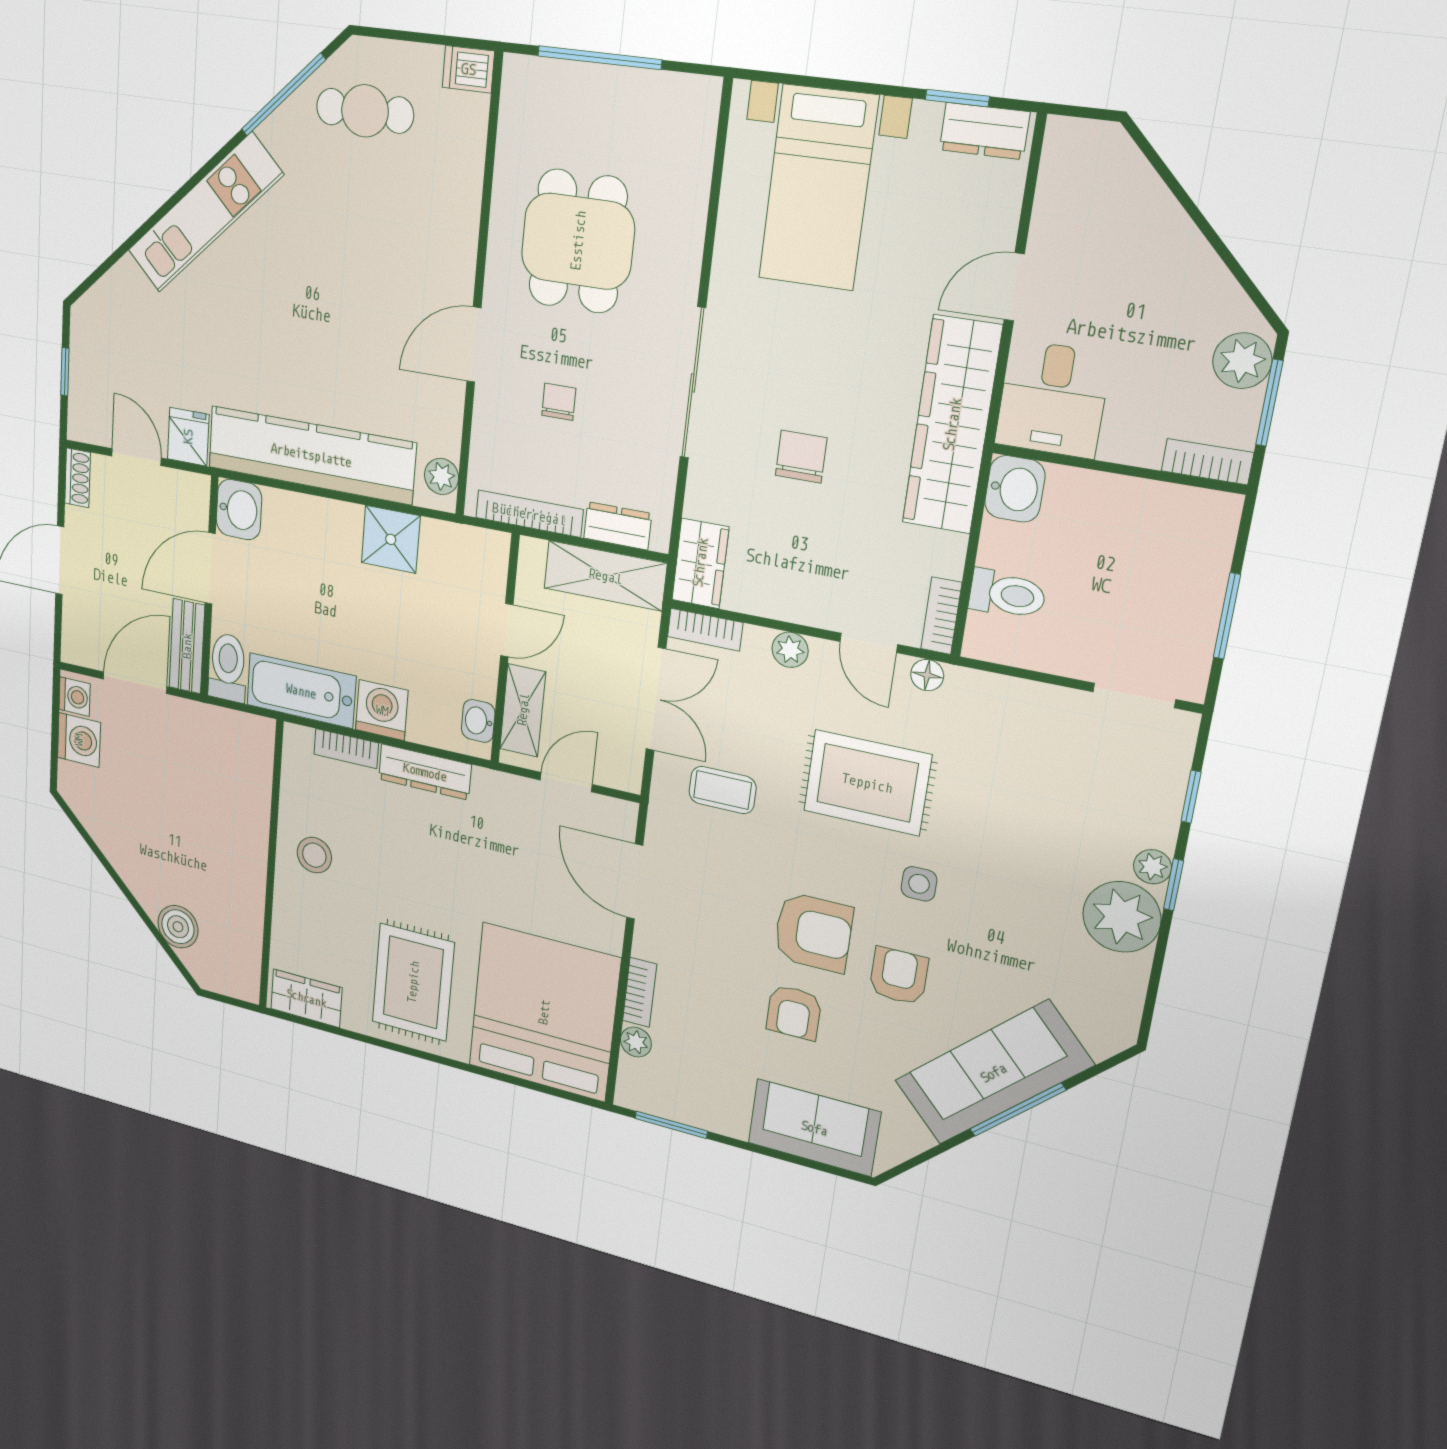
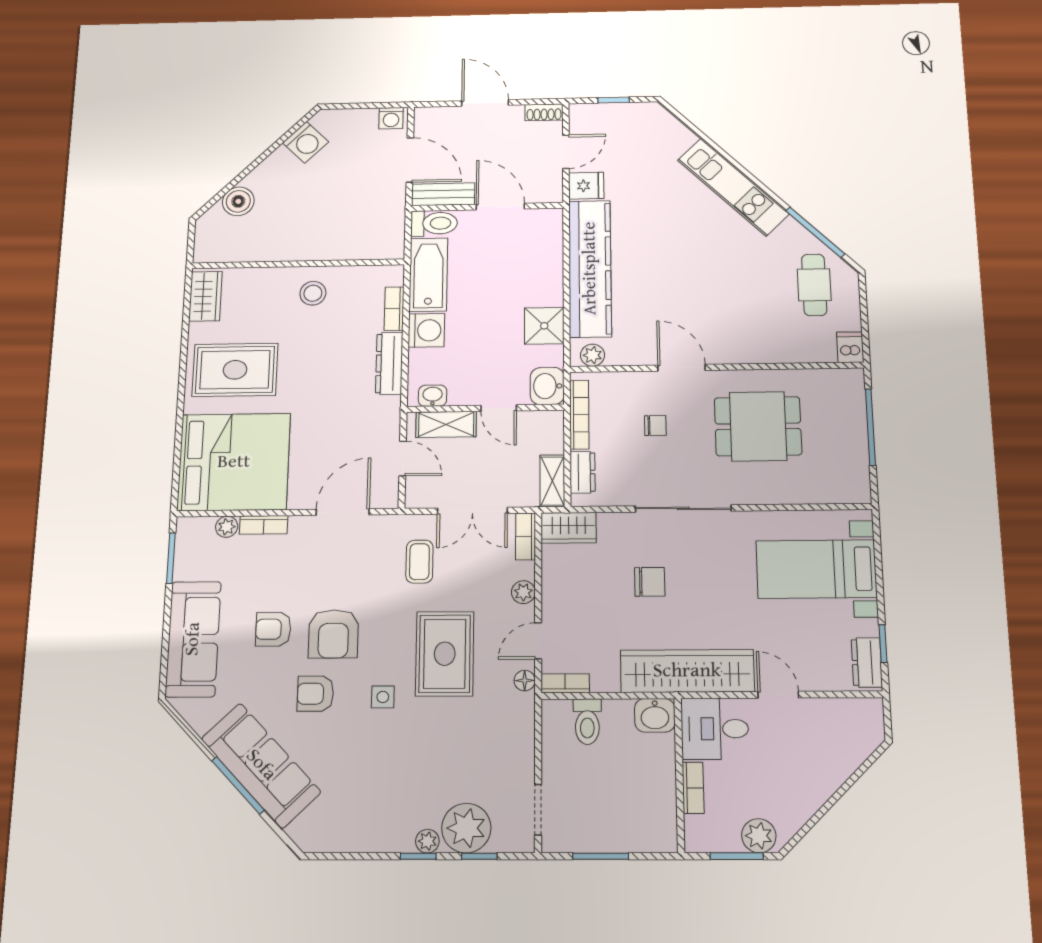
bookcase: (1207, 462) -> (693, 788), moved
washbasin: (239, 510) -> (547, 386), moved, turned 90
shelving: (605, 576) -> (552, 481), width x0.67, depth x0.75
washing machine: (79, 740) -> (306, 142), moved, turned -45
plant: (1122, 917) -> (466, 828), moved
armchair: (899, 976) -> (315, 694), turned 180
sofa: (814, 1128) -> (193, 639), width x1.36

